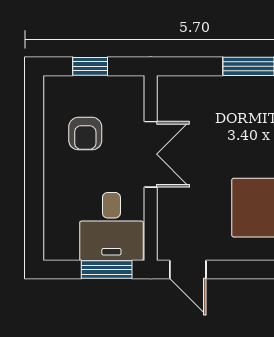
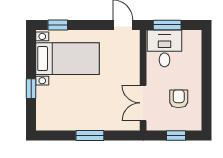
double door: (151, 154) -> (143, 103), moved

